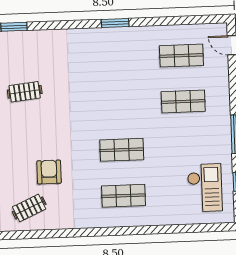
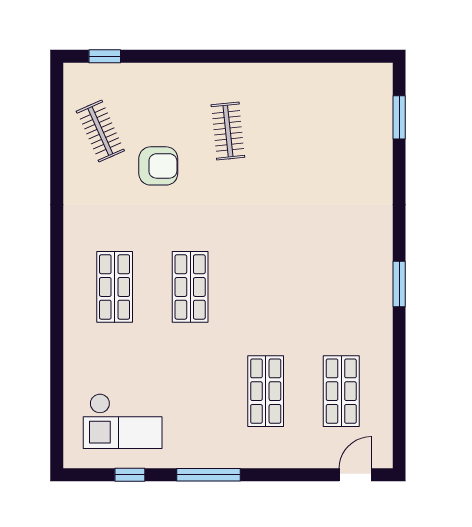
clothes rail: (25, 92) -> (228, 131), moved

